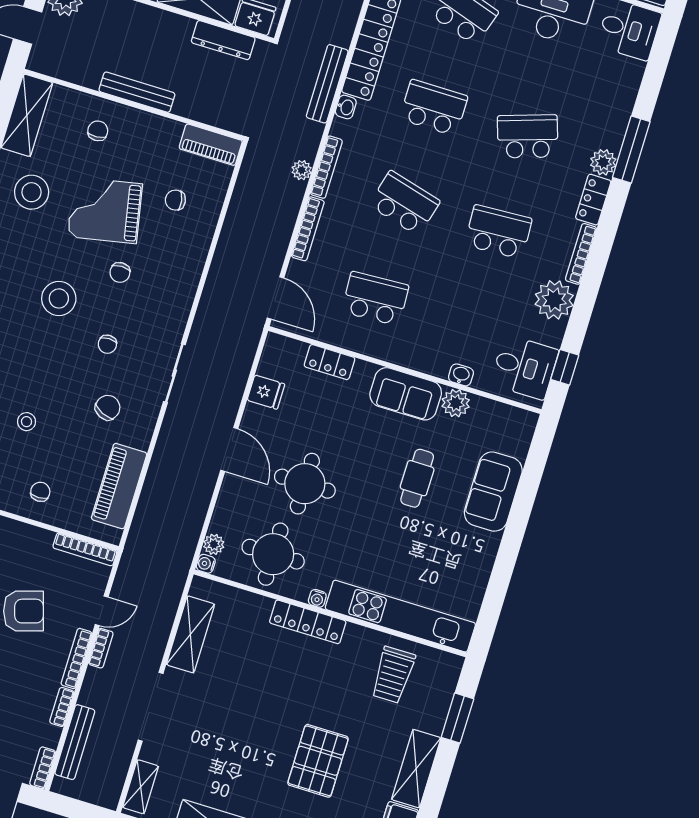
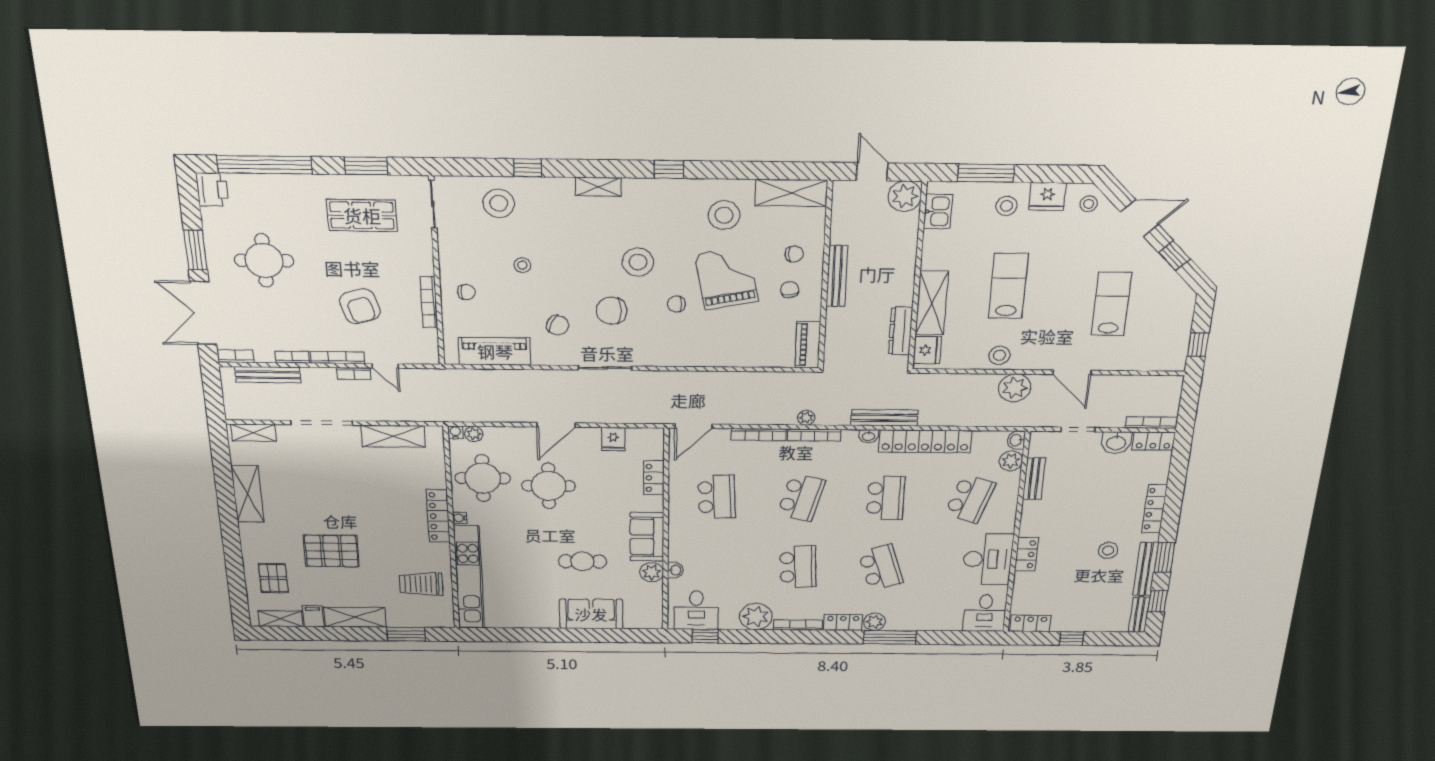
chair: (175, 200) -> (790, 290), moved
chair: (107, 344) -> (612, 311), width x1.87, depth x1.87
bookcase: (85, 549) -> (429, 302), moved

